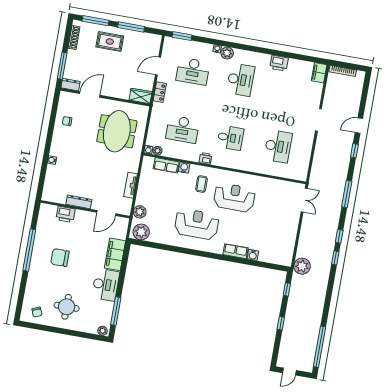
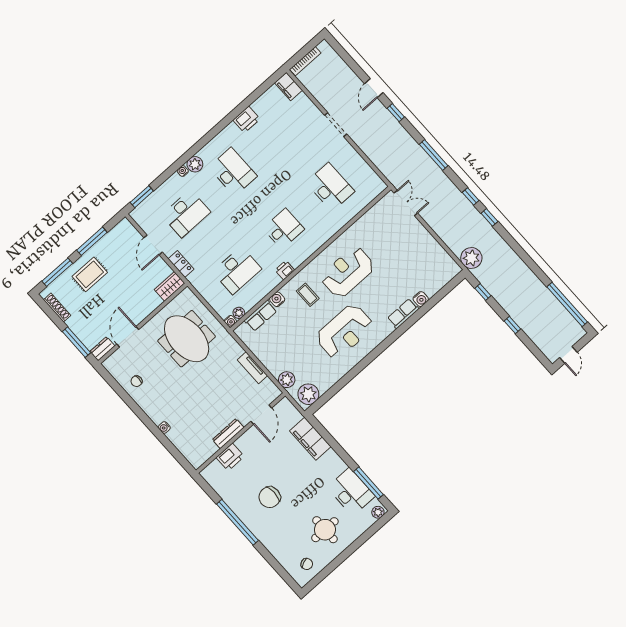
reception desk: (197, 224) -> (345, 332), turned 180
desk: (106, 285) -> (351, 492), moved

